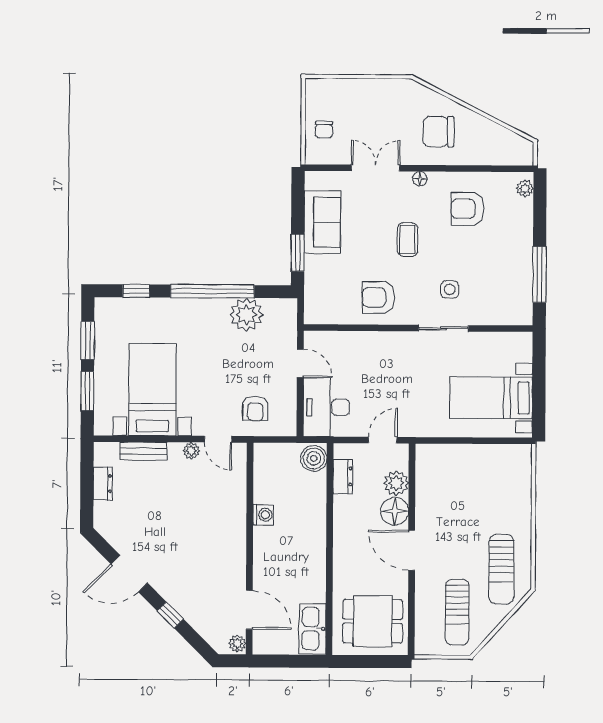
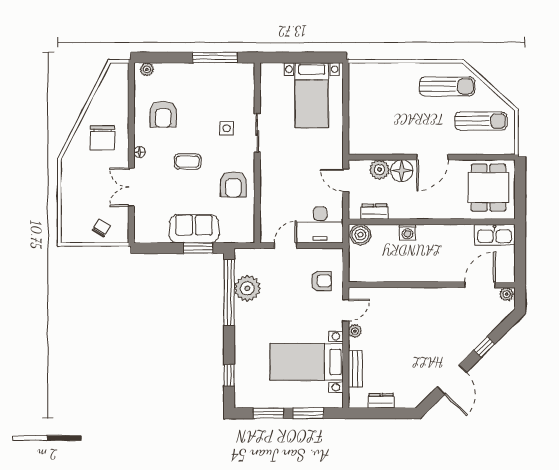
chair: (324, 130) -> (101, 228), turned -58
sofa: (322, 222) -> (194, 229), moved
window: (212, 291) -> (229, 292), moved
washing machine: (263, 515) -> (407, 232), moved, turned 180

